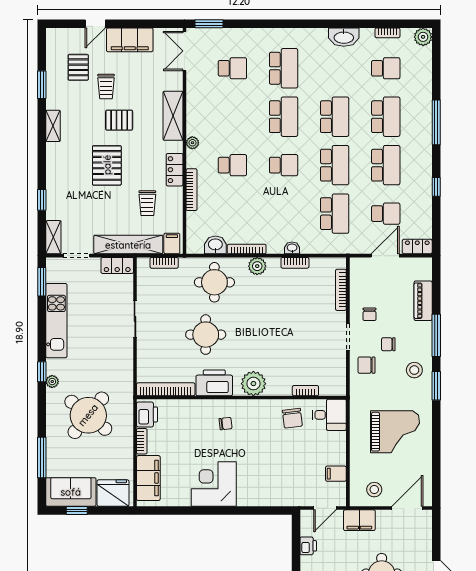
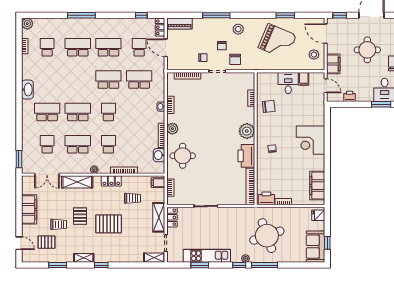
door: (95, 24) -> (19, 243), moved
washbasin: (344, 37) -> (27, 90), moved
double door: (184, 51) -> (47, 175), moved
school desk: (335, 117) -> (78, 144), moved
window: (436, 187) -> (141, 15), moved
window: (42, 200) -> (101, 265), moved
shelving: (128, 245) -> (159, 217), width x0.68
window: (42, 282) -> (200, 265), moved
piano: (423, 301) -> (179, 24), moved
round table: (206, 335) -> (216, 161), removed
window: (436, 386) -> (285, 15), moved
round table: (88, 415) -> (267, 236), turned 32
desk: (329, 415) -> (288, 83), moved
grand piano: (395, 432) -> (277, 41), turned 113
window: (42, 457) -> (265, 265), moved
filing cabinet: (148, 478) -> (317, 186), moved, turned -90
corner desk: (214, 484) -> (310, 140), moved
fridge: (113, 493) -> (318, 215), width x0.53, depth x0.75
window: (436, 530) -> (340, 15), added

